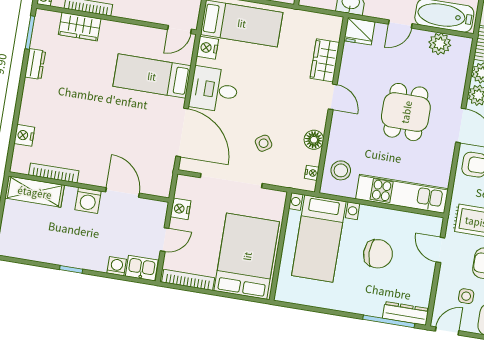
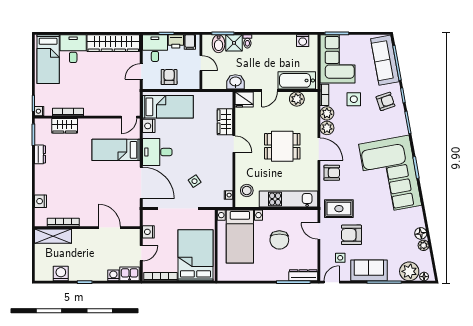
dining table: (406, 112) -> (282, 146), turned 90
floor lamp: (314, 140) -> (226, 174), removed
washing machine: (88, 200) -> (61, 273), moved, turned 180
chair: (378, 254) -> (279, 240), turned 90

